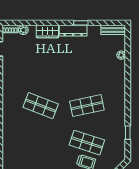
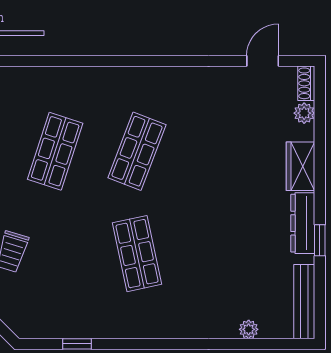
bench: (113, 30) -> (304, 302), width x1.36
shop shelf: (87, 143) -> (55, 151), moved

